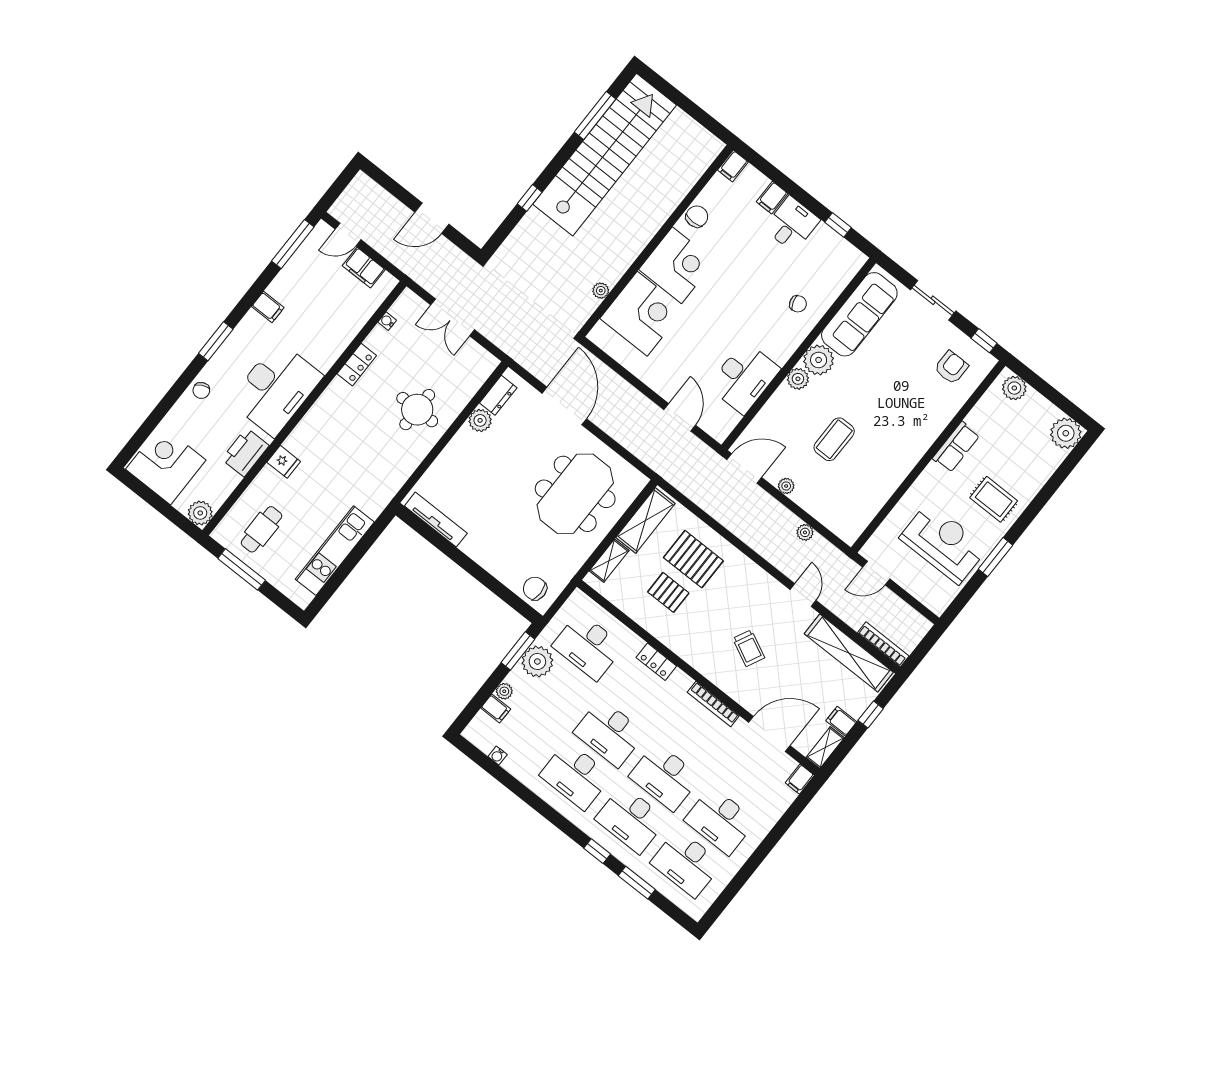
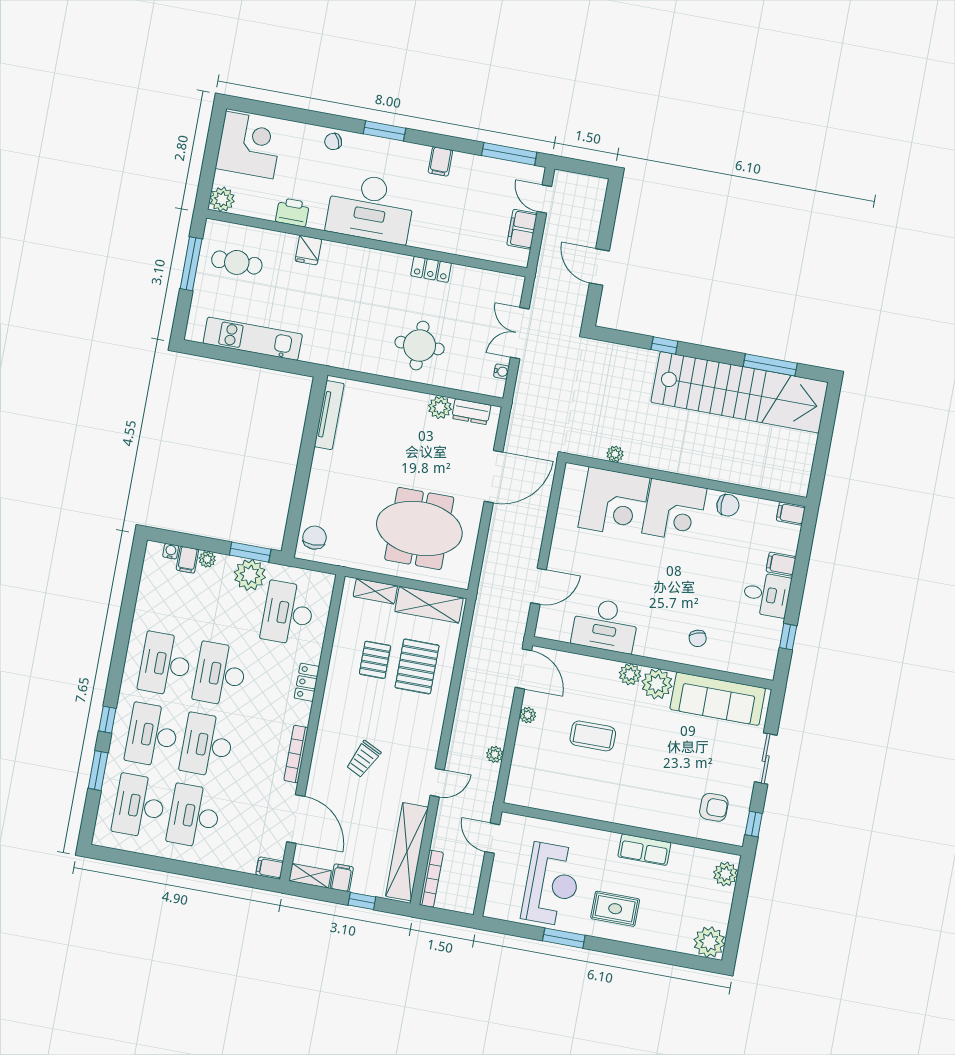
water cooler: (387, 321) -> (501, 371), moved, turned 90
printer: (245, 452) -> (292, 212), width x0.73, depth x0.84
rug: (994, 499) -> (615, 909), turned 90
water cooler: (498, 756) -> (171, 551), moved, turned 90

